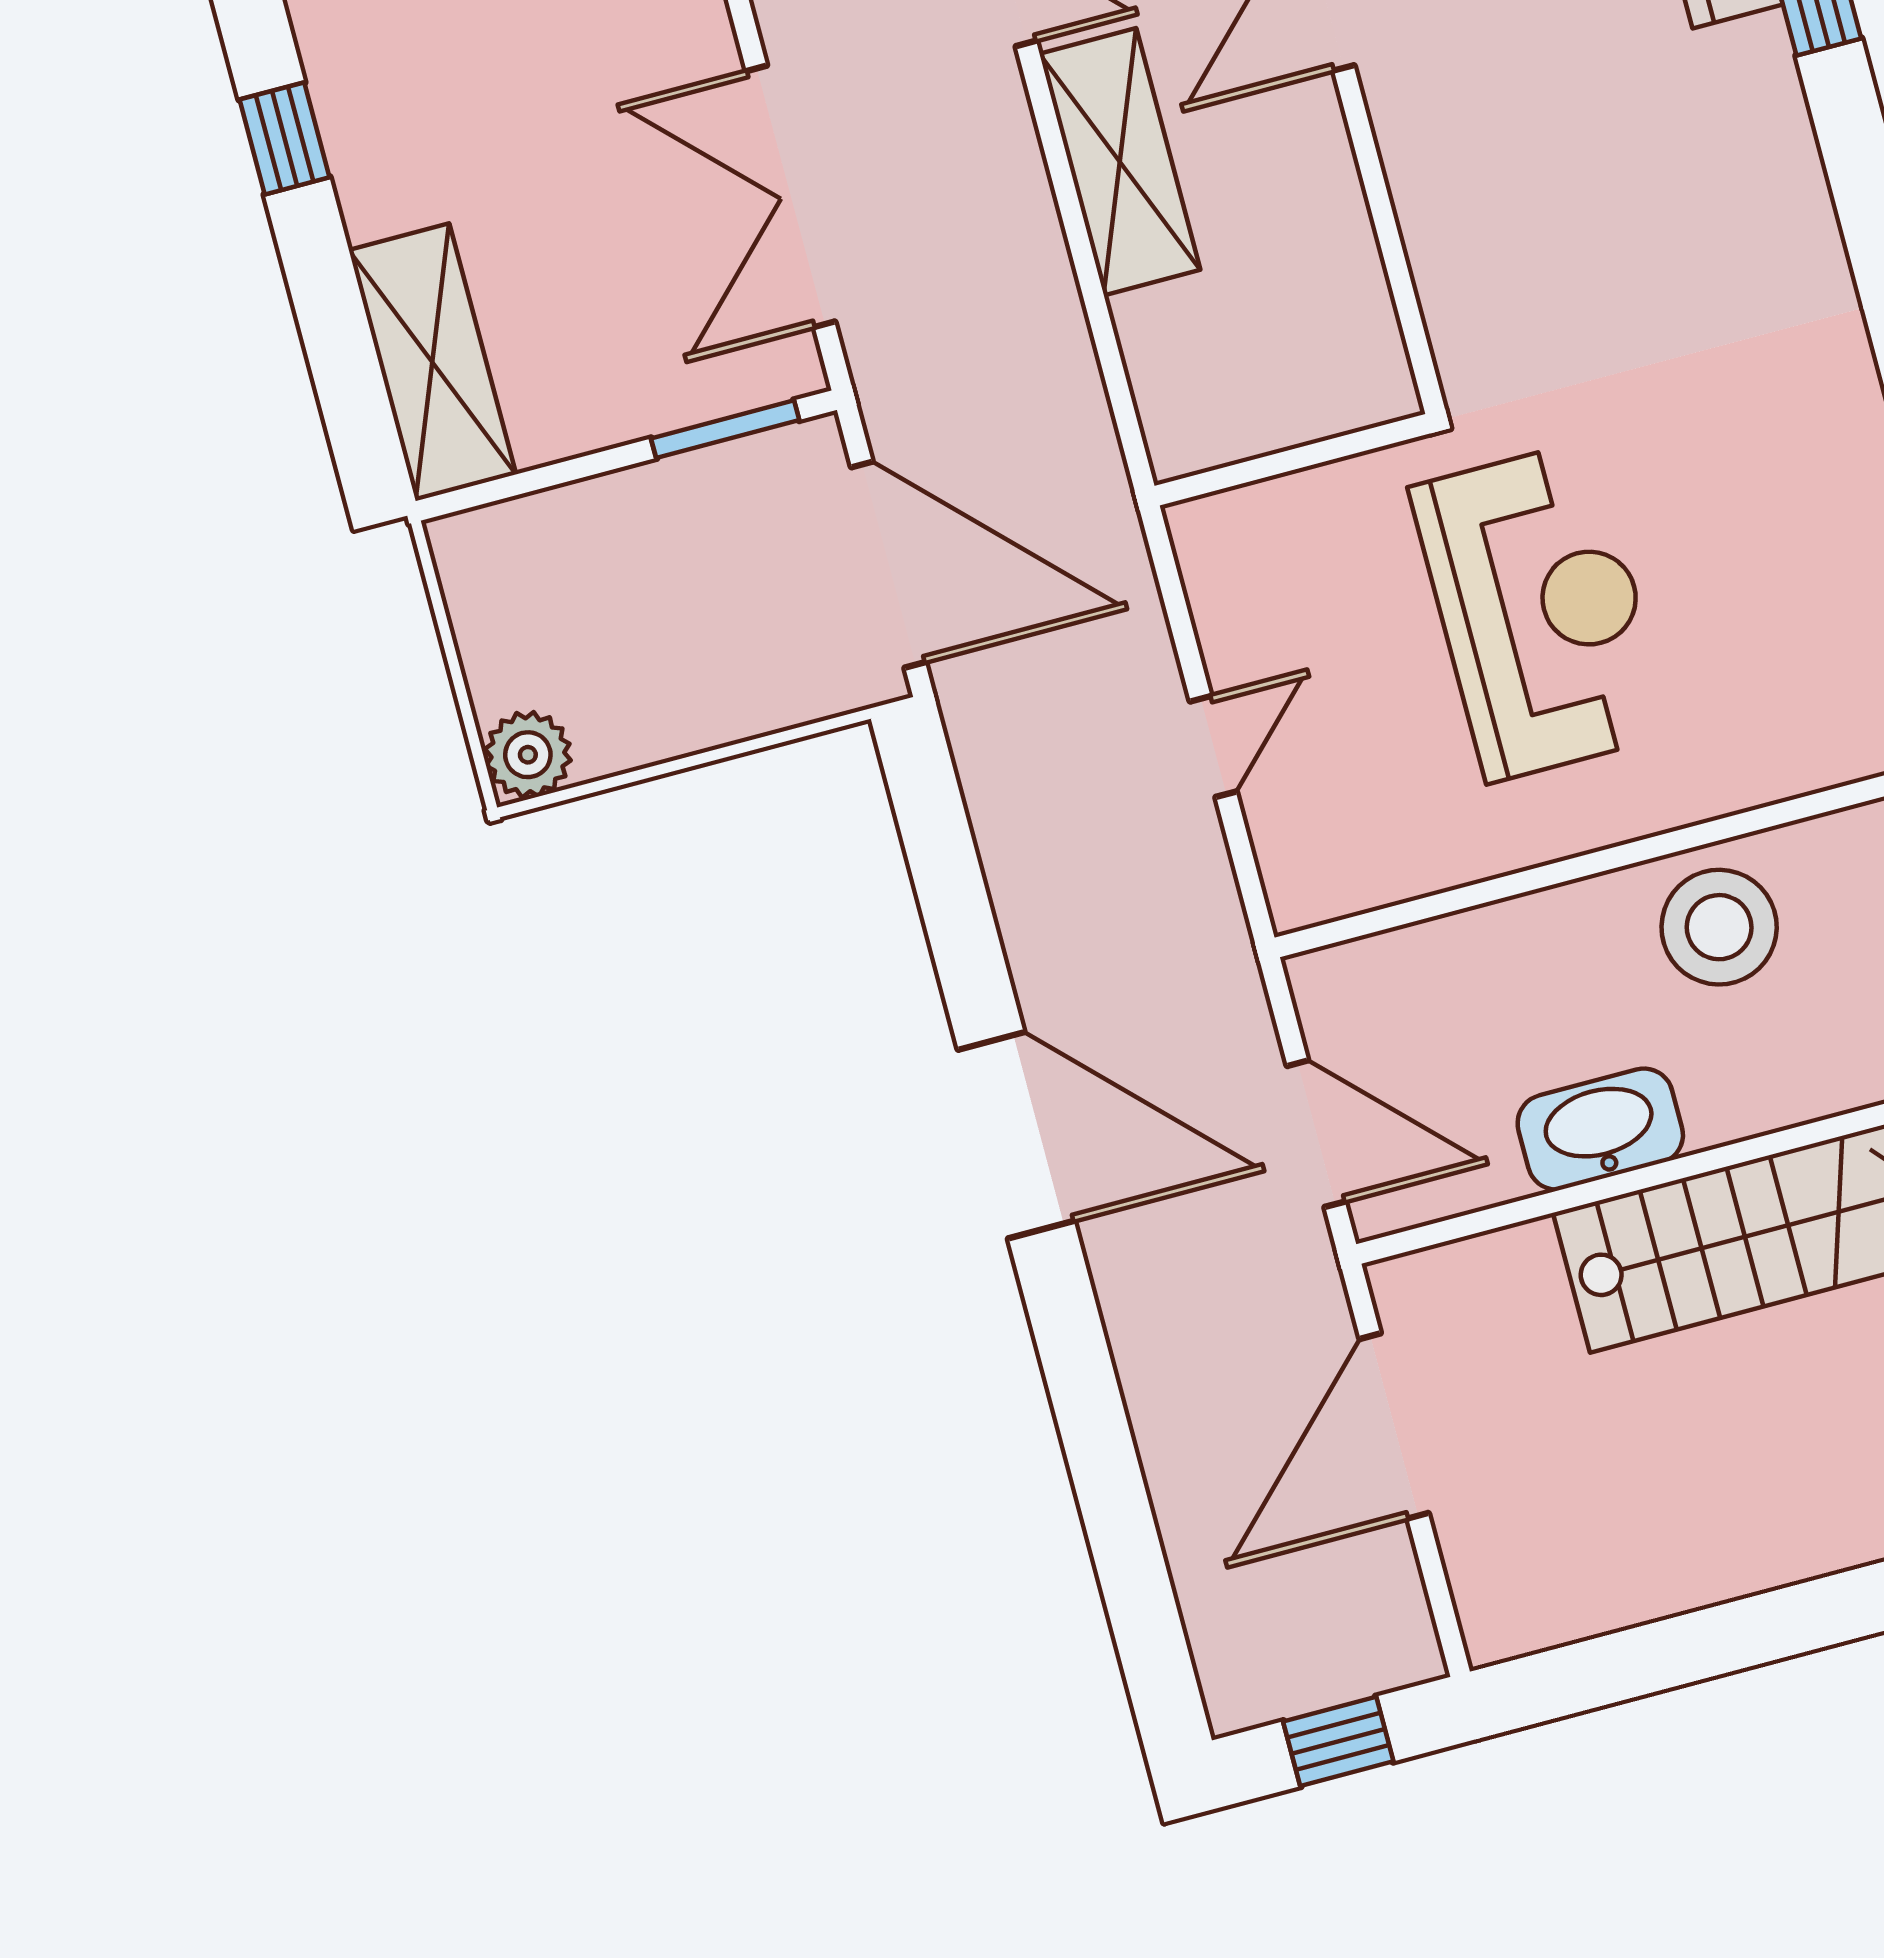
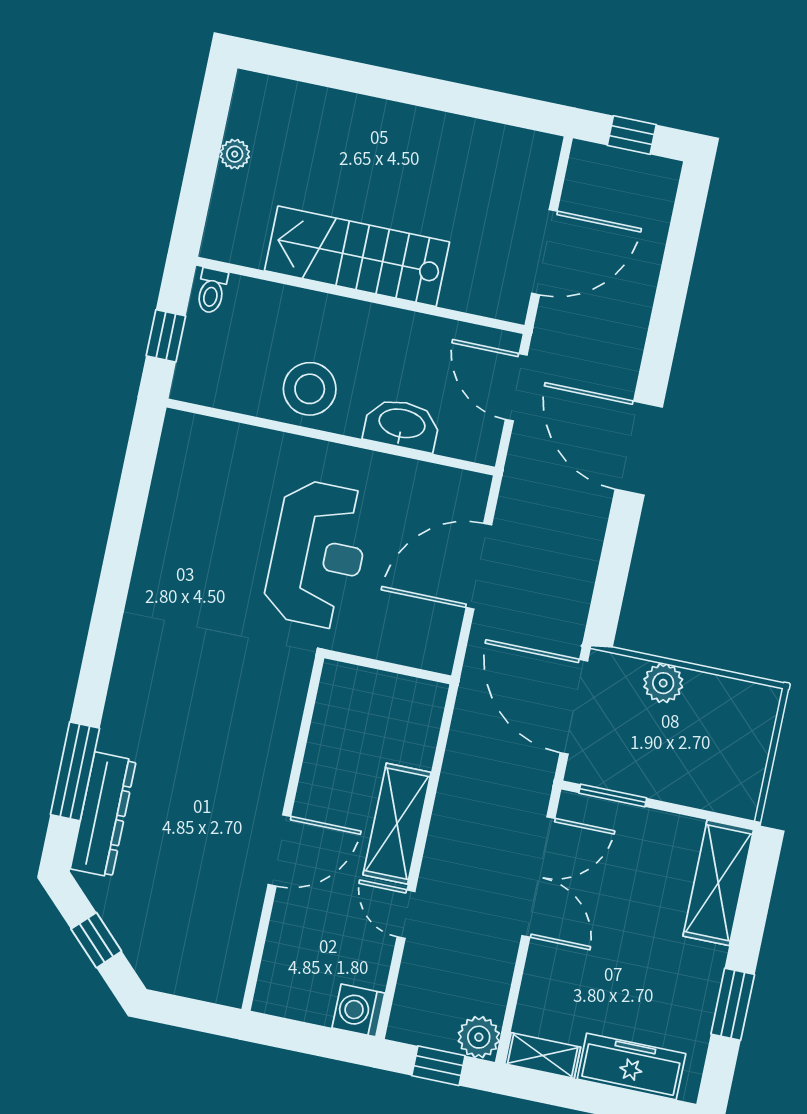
window: (284, 138) -> (733, 1004), width x1.50
reception desk: (1540, 611) -> (318, 554), turned 180
door: (1213, 746) -> (479, 566), width x1.87
plant: (528, 755) -> (663, 683), moved
washbasin: (1600, 1129) -> (402, 425), moved, turned 180

